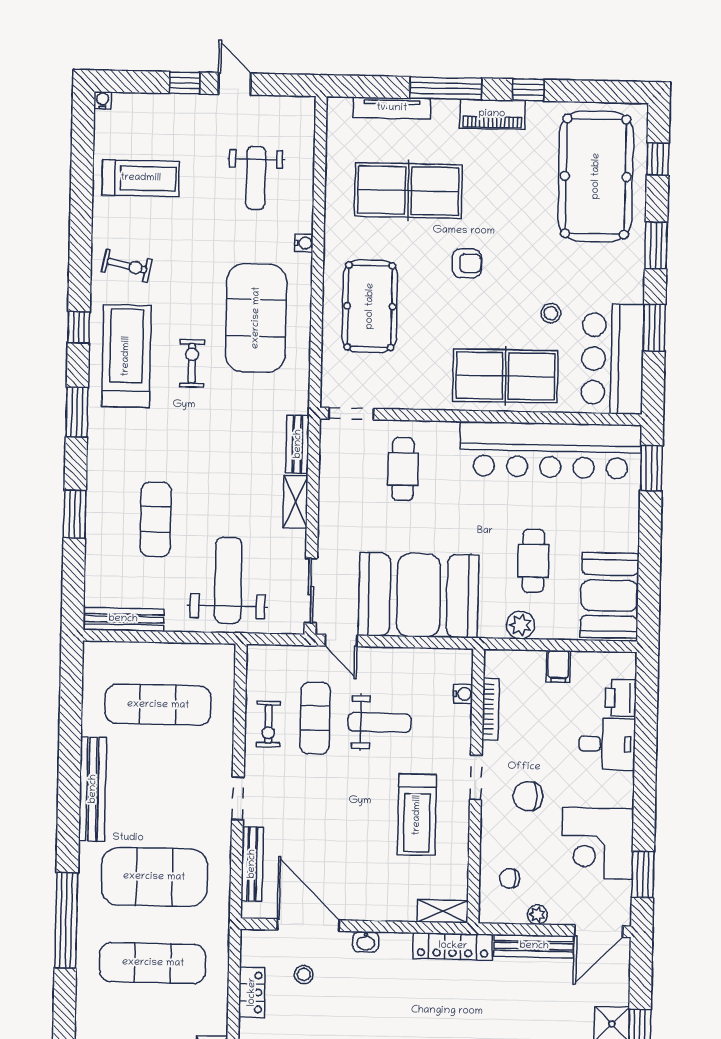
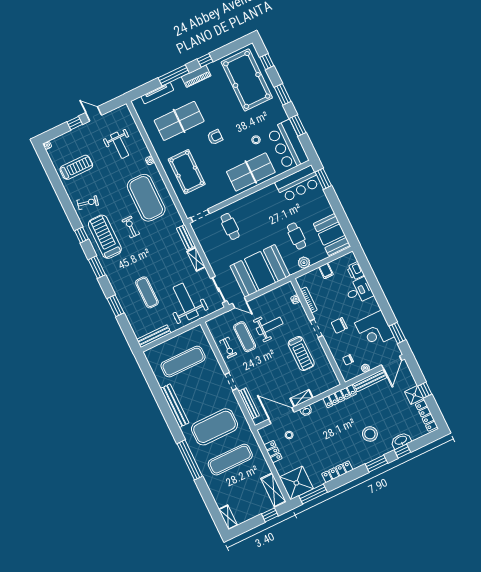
bar counter: (551, 450) -> (298, 184), width x0.54
shelving: (443, 911) -> (302, 398), moved

